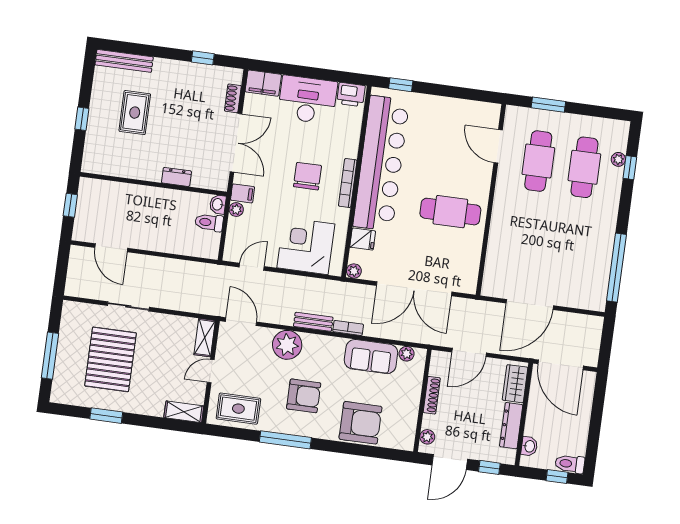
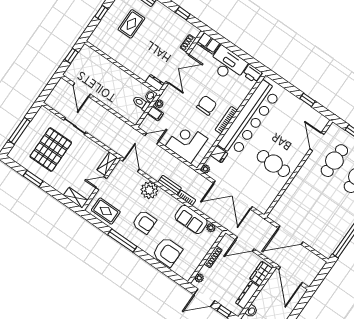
window: (401, 85) -> (308, 100), moved
dresser: (176, 177) -> (155, 83), moved
filing cabinet: (243, 193) -> (155, 113), moved

